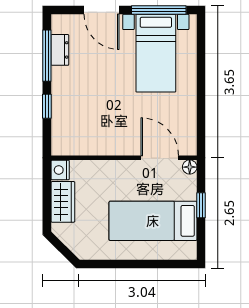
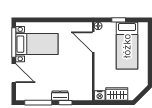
door: (102, 10) -> (14, 73), hinge flipped
dresser: (60, 50) -> (60, 96), moved
door: (160, 158) -> (93, 42), hinge flipped

